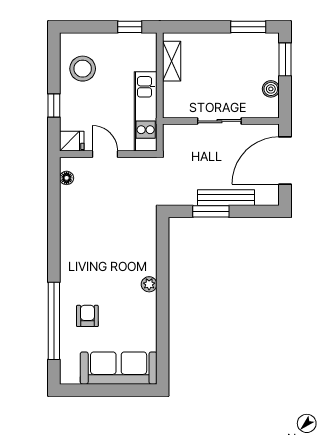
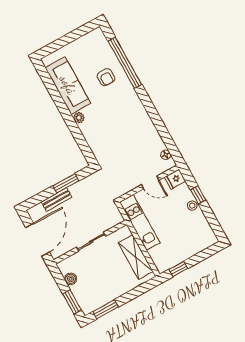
shelving: (172, 61) -> (136, 257), width x1.50, depth x1.33
stool: (83, 69) -> (192, 206), moved, width x0.53, depth x0.53
bench: (226, 198) -> (57, 199), width x0.73
sofa: (119, 368) -> (68, 85), moved, turned -90

